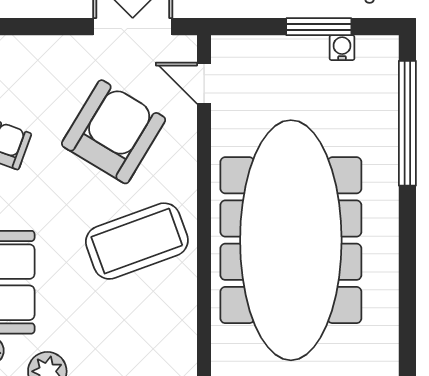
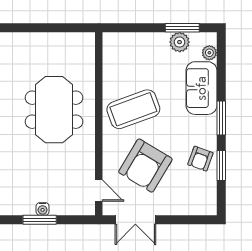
water cooler: (342, 48) -> (43, 209), moved
meeting table: (291, 240) -> (54, 110), width x0.54, depth x0.79

